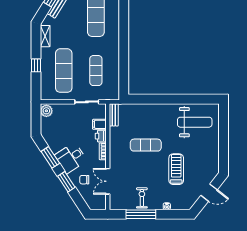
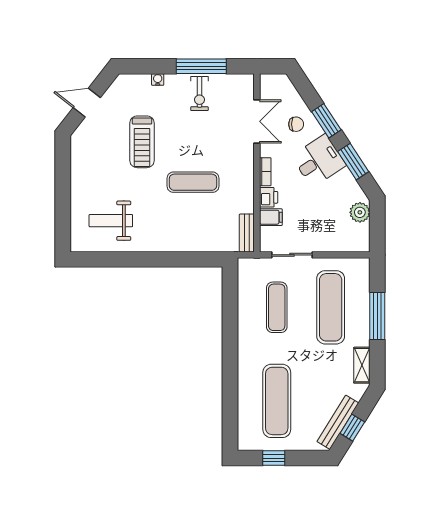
window: (36, 65) -> (377, 316), width x2.17
plant: (46, 111) -> (360, 212), moved
weight bench: (195, 122) -> (111, 221), width x0.73, depth x0.75

